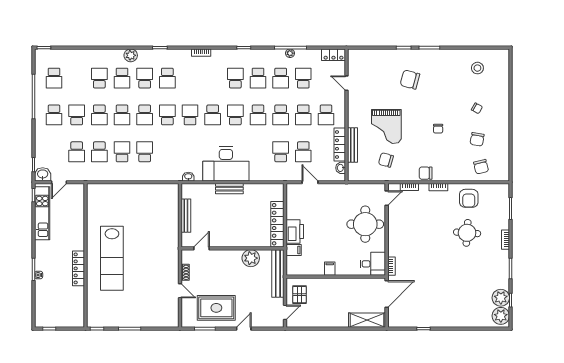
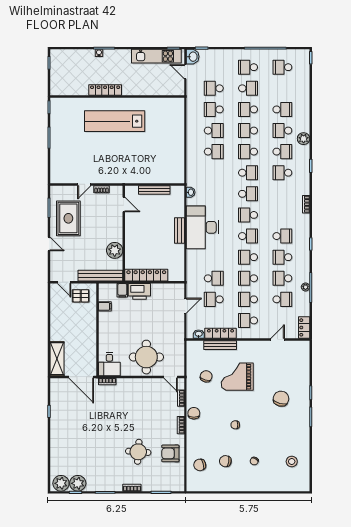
filing cabinet: (330, 269) -> (105, 306), moved

